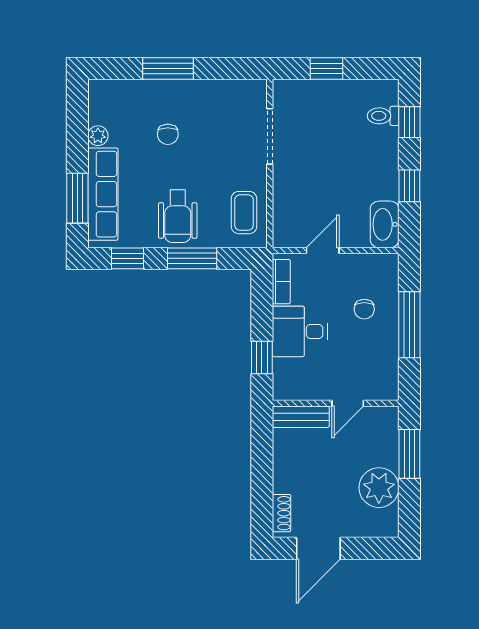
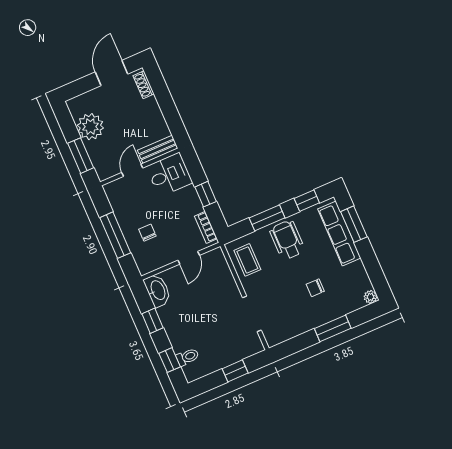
chair: (168, 134) -> (315, 288), turned -90
plant: (98, 136) -> (371, 297), moved
desk: (300, 331) -> (169, 175), moved
window: (262, 357) -> (206, 194), moved

